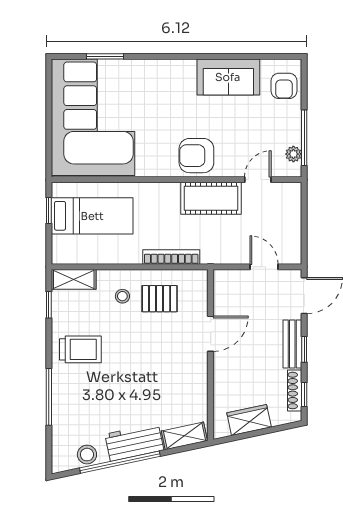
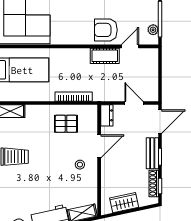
armchair: (196, 156) -> (106, 30), moved
cot: (211, 198) -> (105, 56), width x0.73, depth x0.75
dresser: (222, 286) -> (107, 115), added
stool: (122, 296) -> (80, 165), moved

